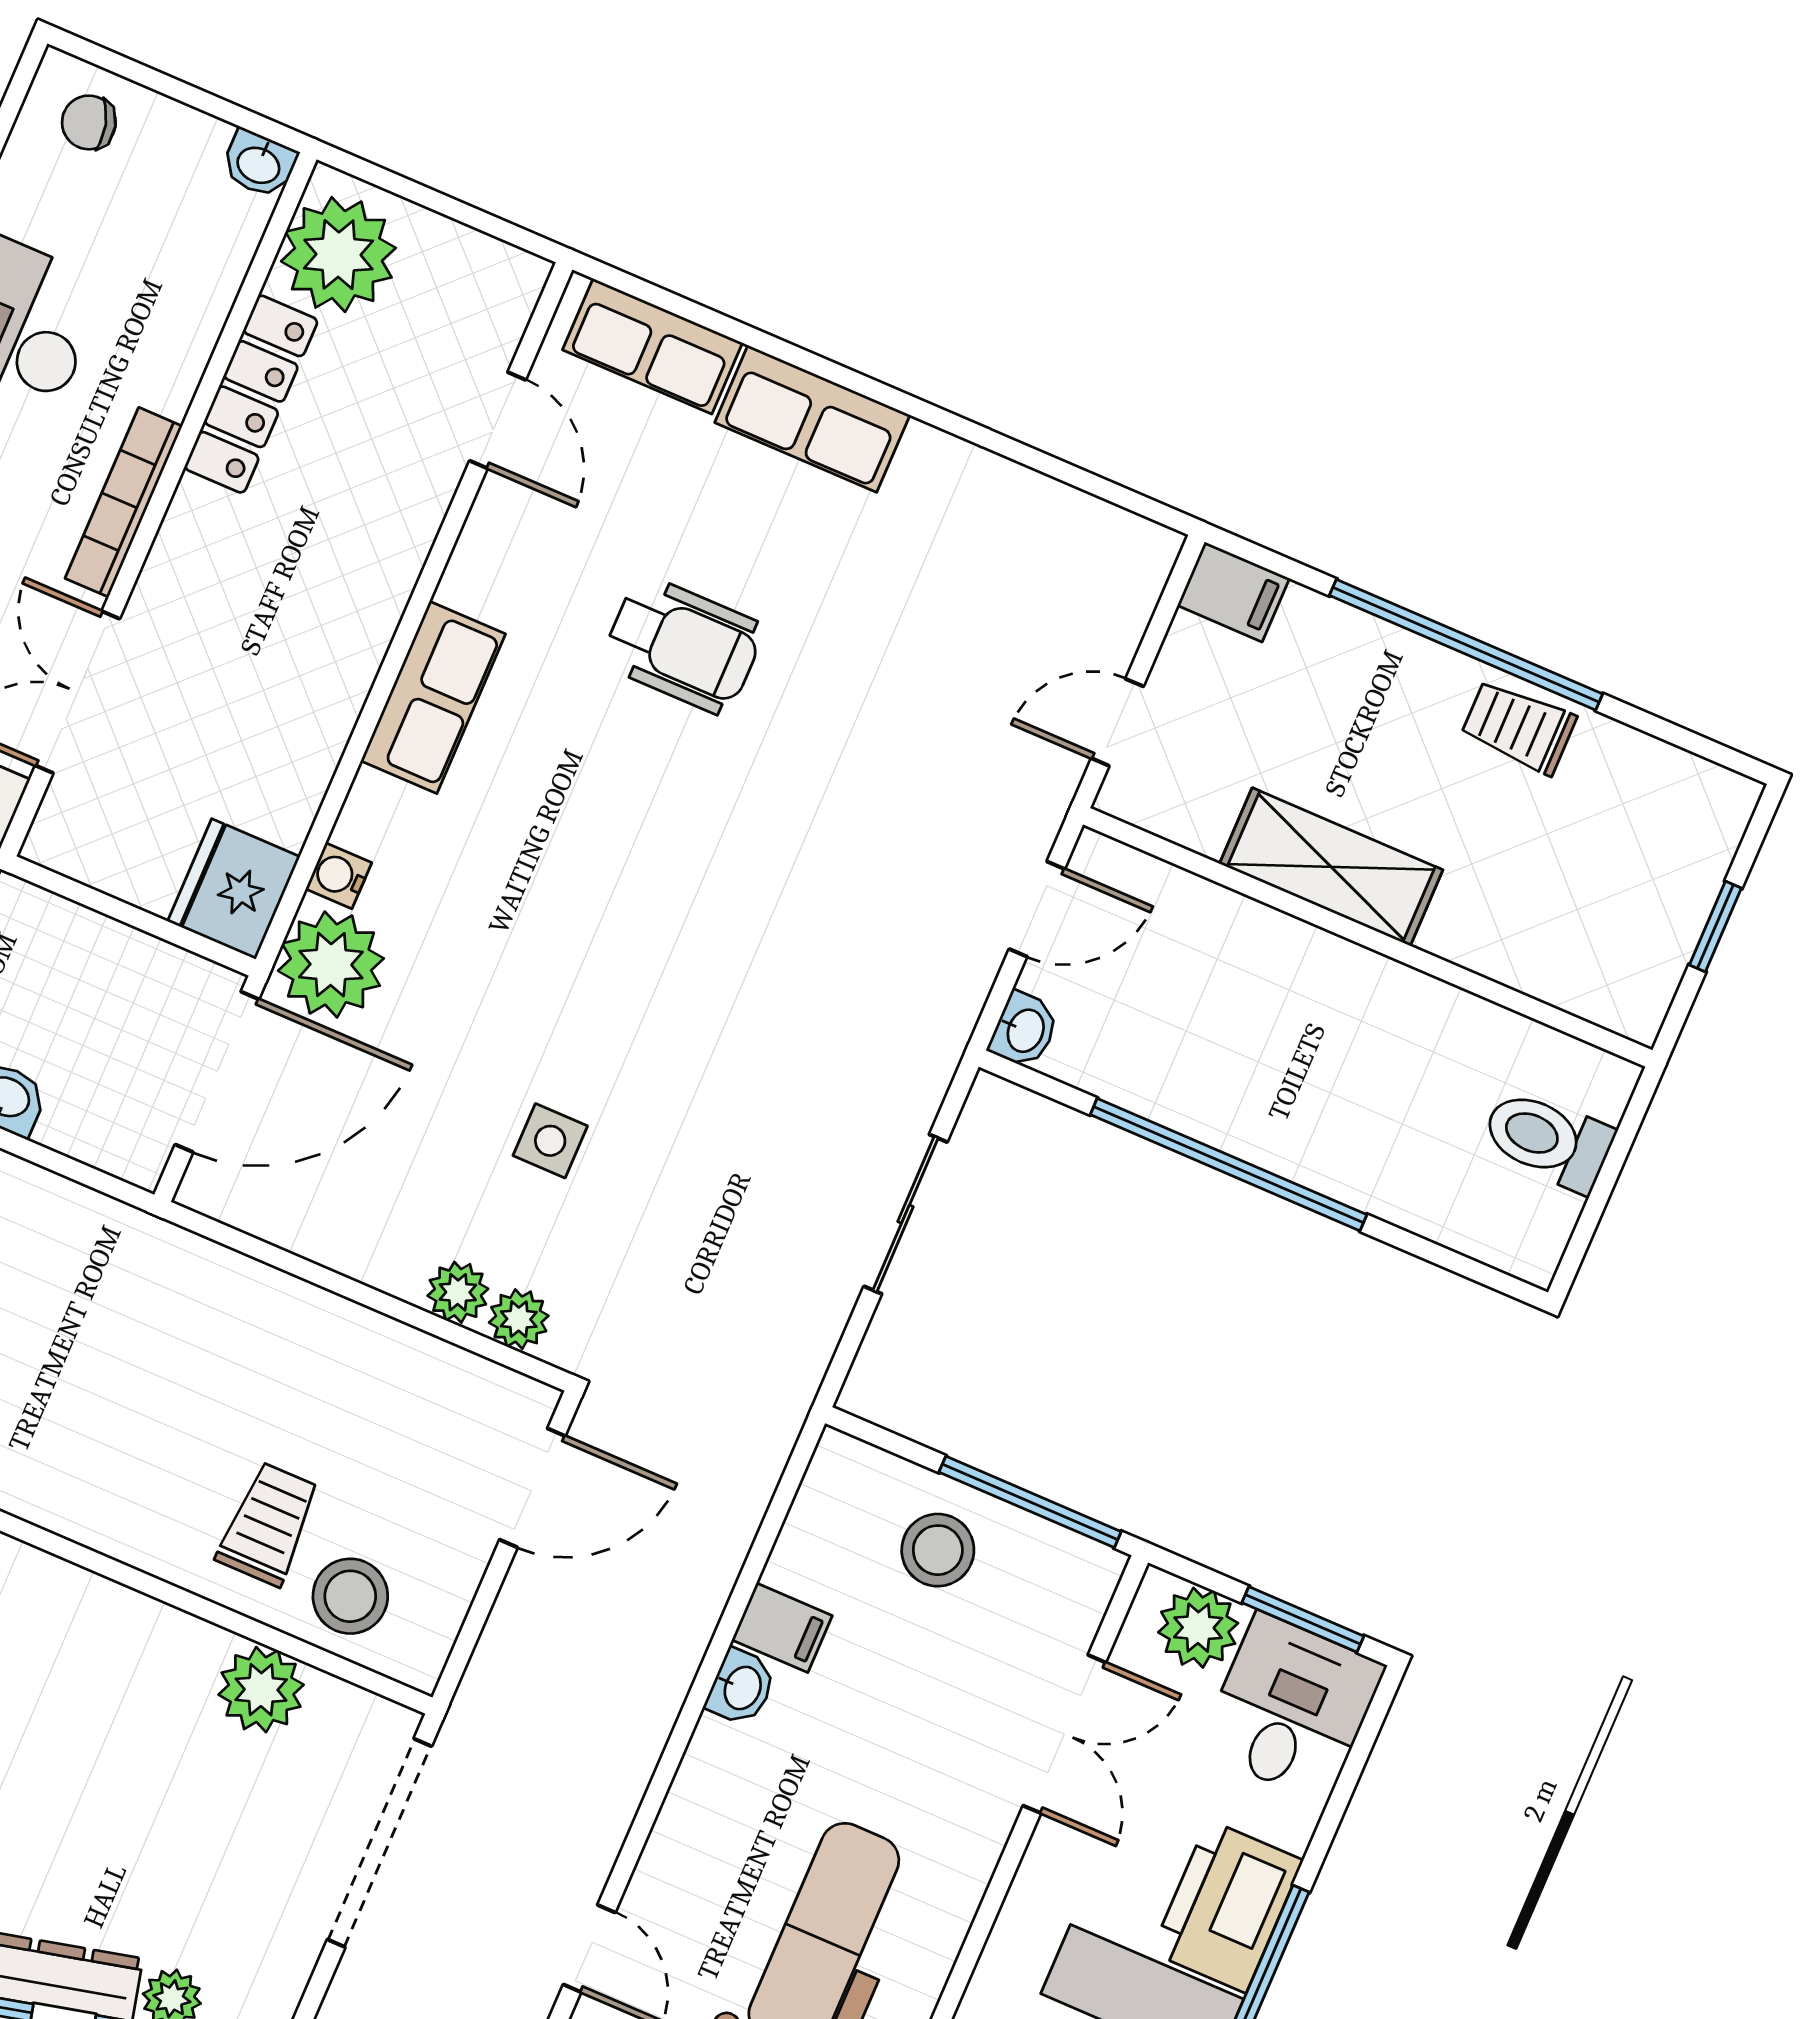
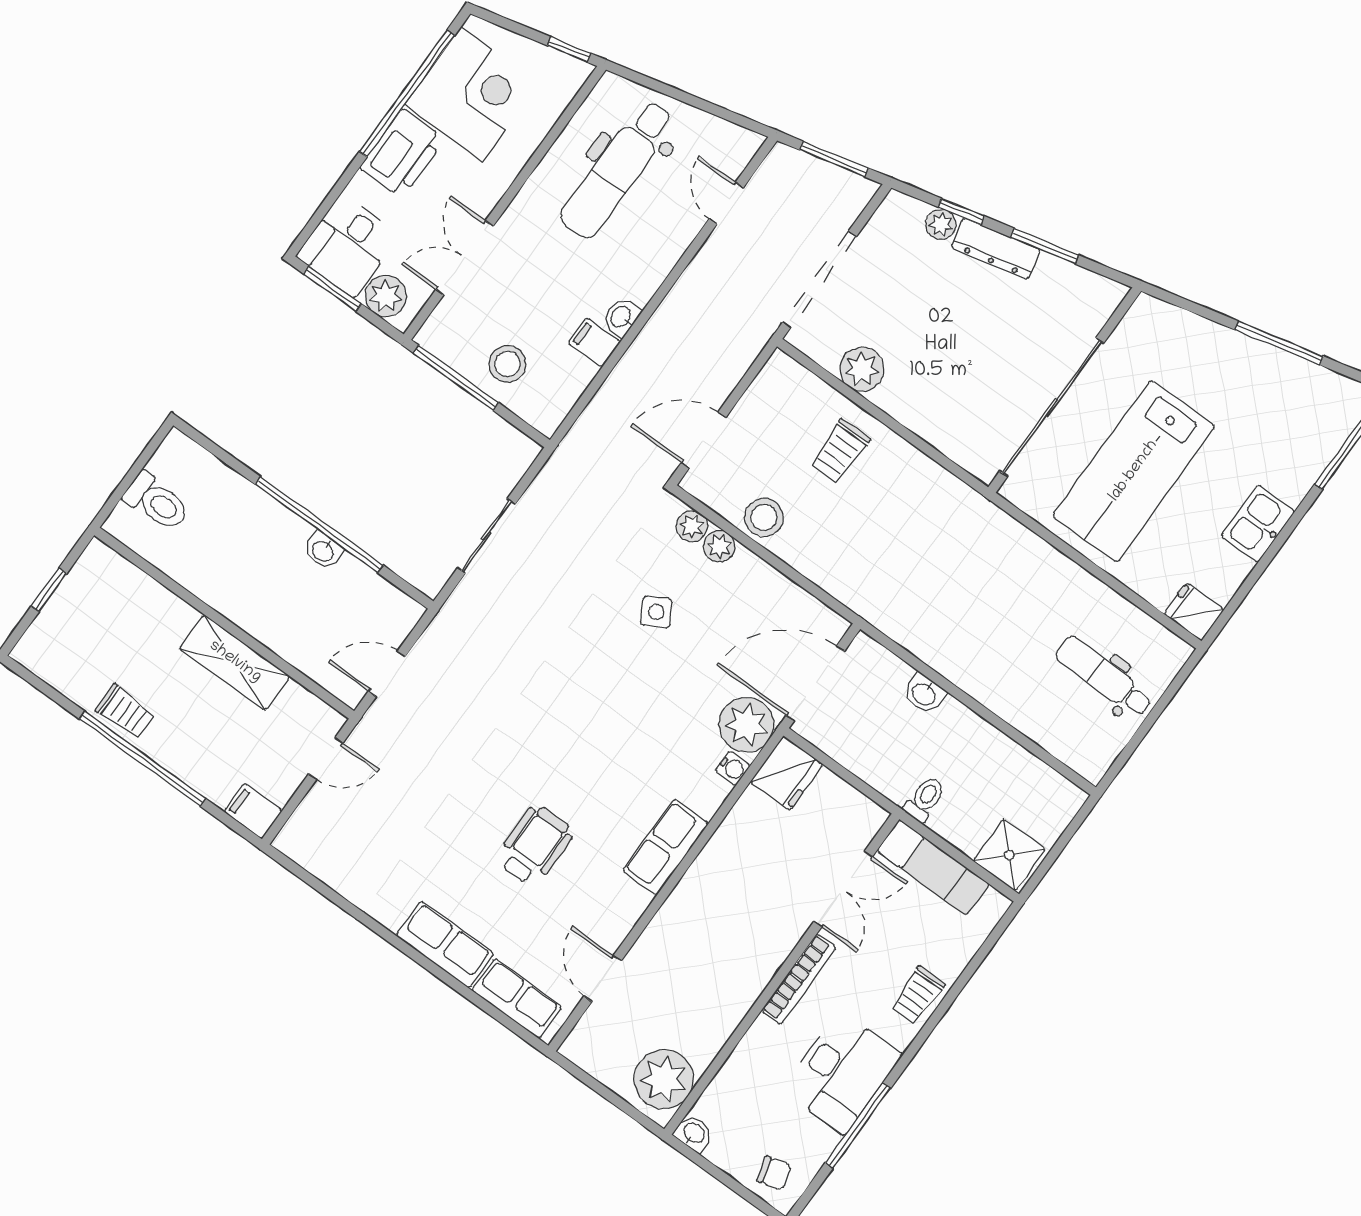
locker: (251, 394) -> (723, 1019), removed
wheelchair: (683, 645) -> (535, 846), turned 90
washbasin: (1024, 1030) -> (323, 551), moved, turned -90
side table: (550, 1141) -> (656, 612), turned -30
stool: (350, 1596) -> (764, 517), moved

